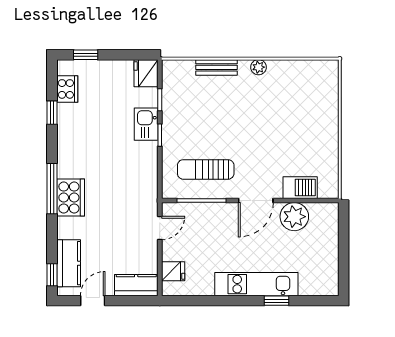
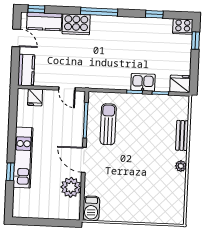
cooker: (67, 89) -> (183, 26), moved
barbecue: (300, 188) -> (91, 208), moved
cooker: (71, 198) -> (76, 24), moved

